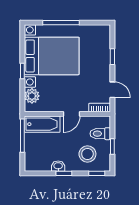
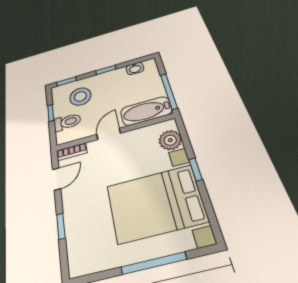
door: (112, 90) -> (57, 179), swing flipped
washbasin: (58, 166) -> (135, 68), moved

